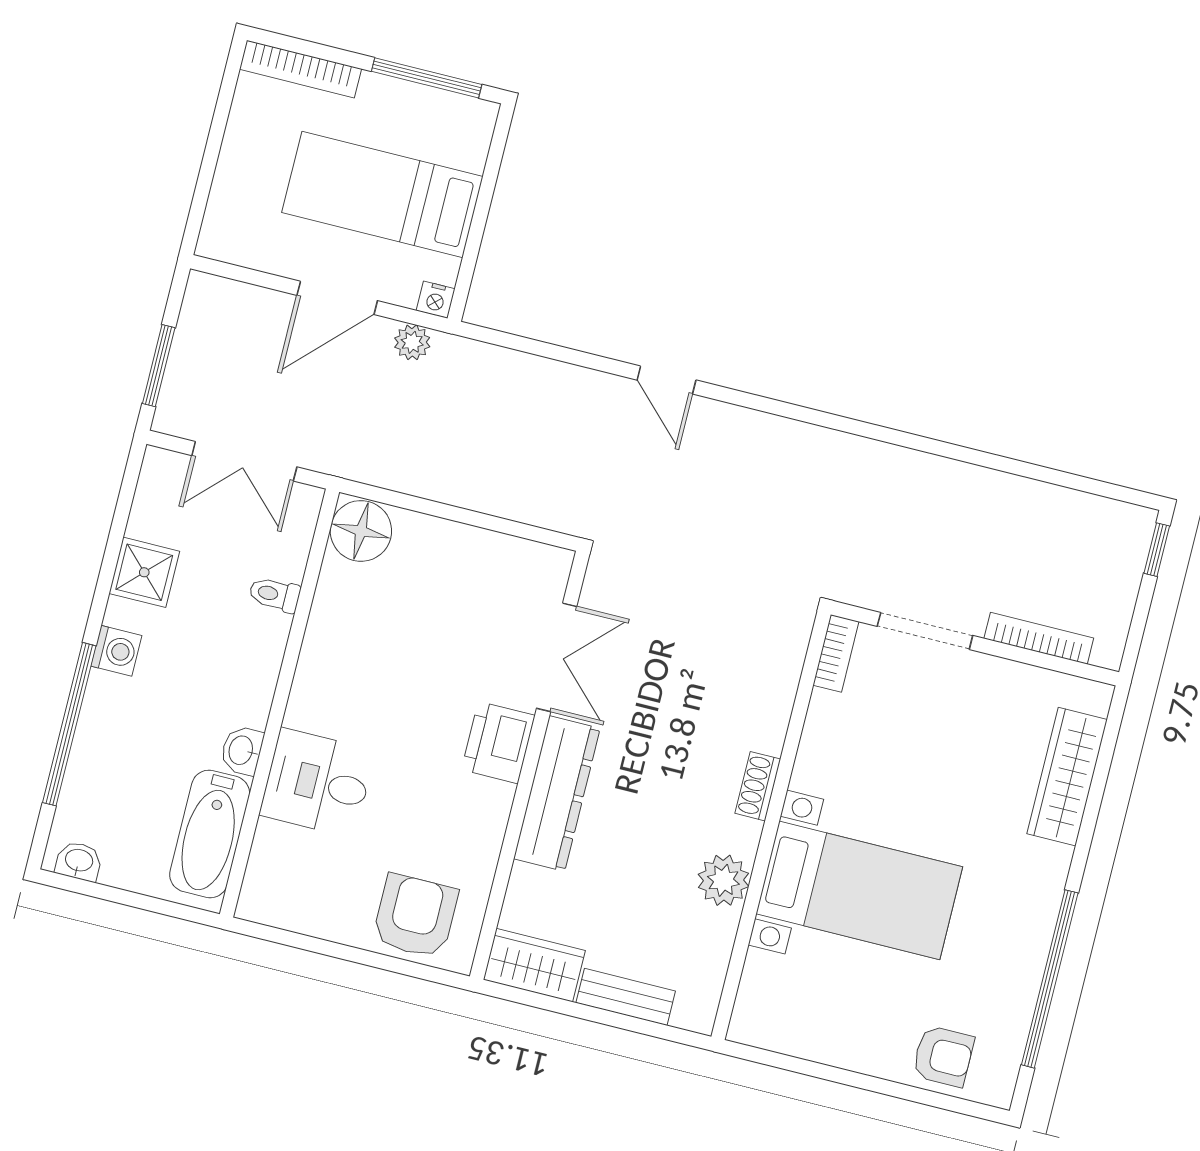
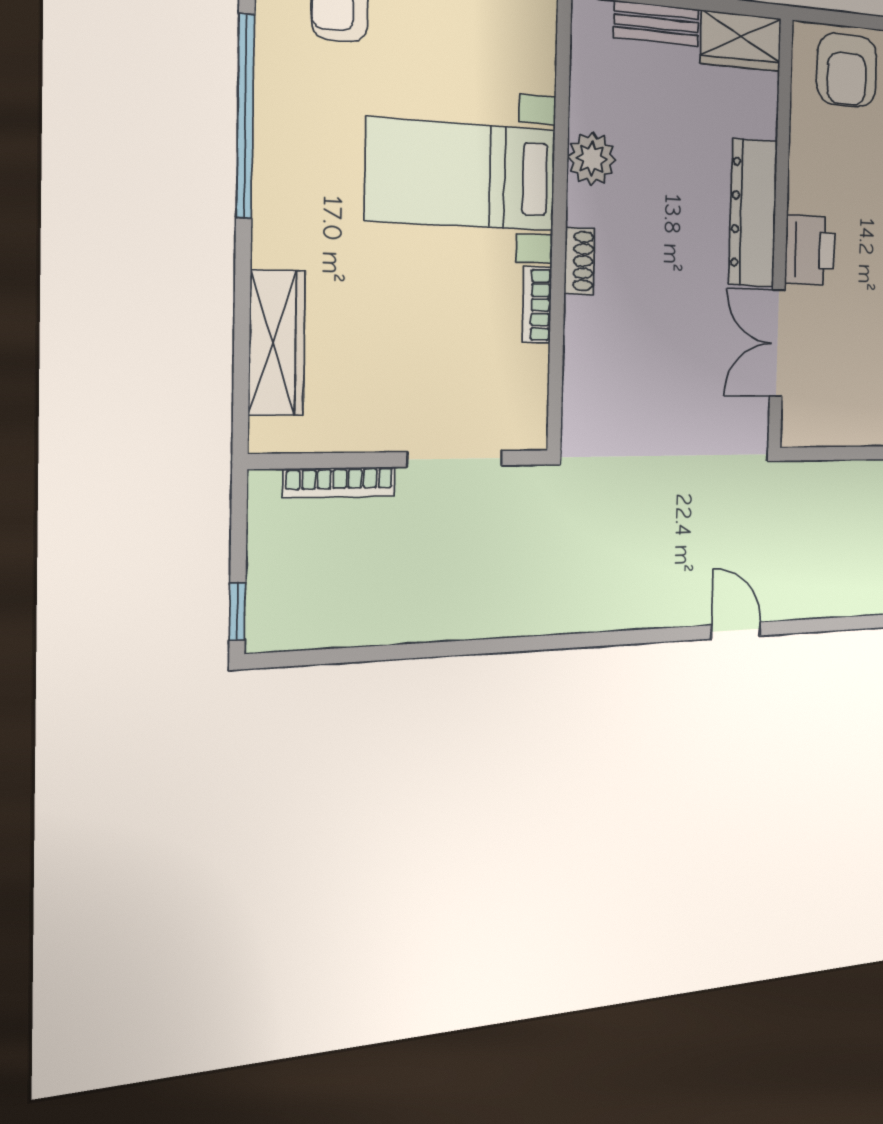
bookcase: (836, 653) -> (537, 305), moved

